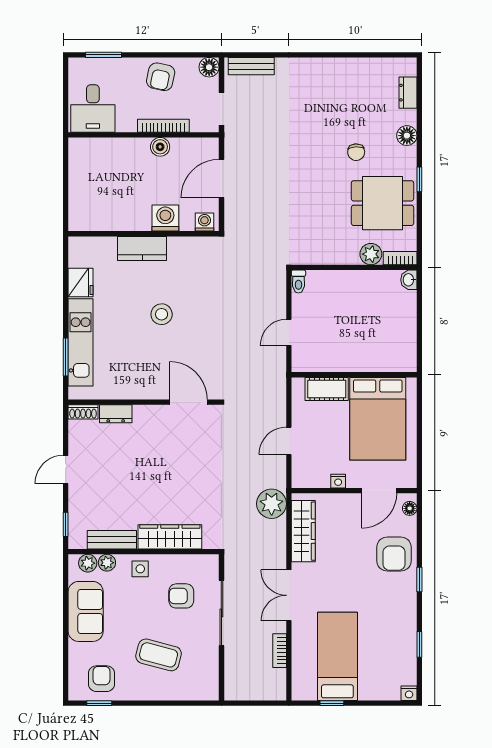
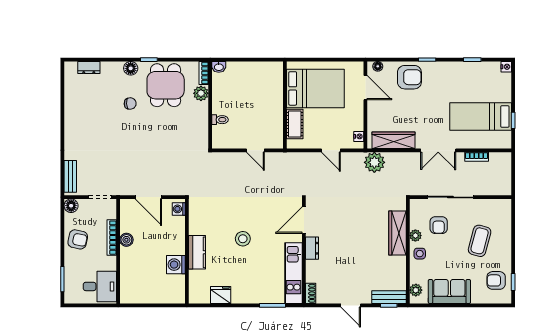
floor lamp: (407, 136) -> (131, 68), moved
washing machine: (165, 218) -> (176, 265), moved
toilet: (298, 282) -> (220, 120), moved
kitchen unit: (81, 342) -> (294, 273), moved, turned -90
dresser: (116, 414) -> (312, 248), moved
nightstand: (338, 481) -> (359, 136), moved
bench: (112, 540) -> (389, 297), moved, turned 90
plant: (107, 563) -> (415, 236), moved

